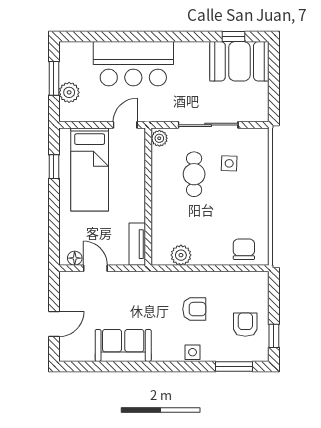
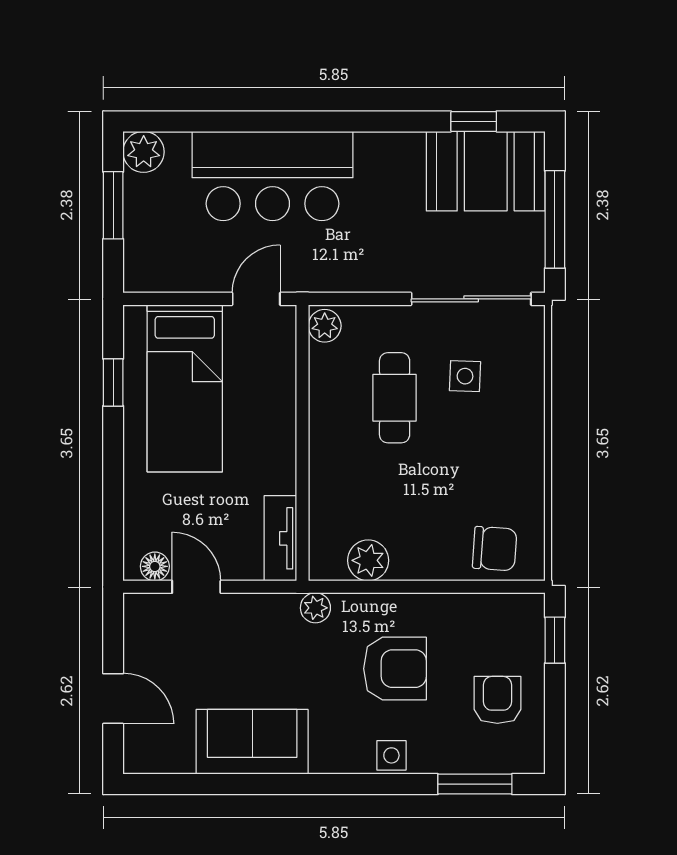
window: (274, 85) -> (555, 219), added
plant: (69, 92) -> (144, 152), moved
sliding door: (208, 125) -> (471, 299), moved
chair: (244, 249) -> (495, 549), turned 94
plant: (155, 279) -> (315, 608), added
armchair: (194, 309) -> (395, 669), width x1.38, depth x1.38
door: (54, 324) -> (113, 699), hinge flipped
window: (274, 336) -> (555, 640), moved

